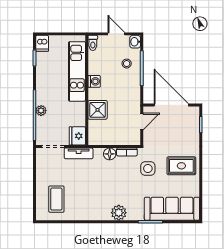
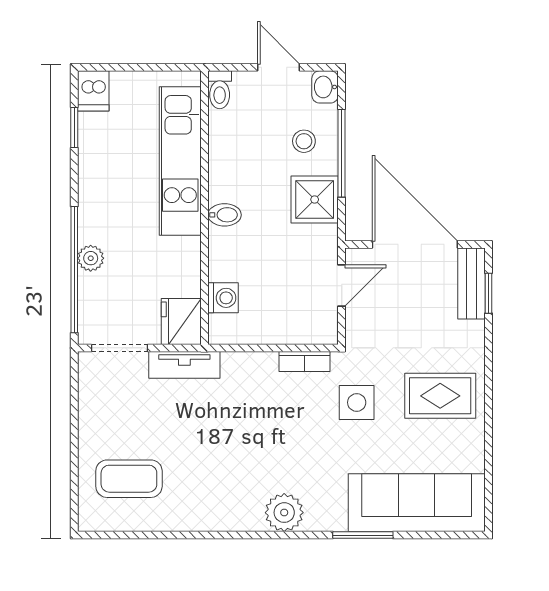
washing machine: (94, 81) -> (223, 298), moved
bidet: (95, 93) -> (225, 215), added
shower: (98, 110) -> (315, 200), moved
bench: (194, 121) -> (472, 283), added
floor lamp: (110, 154) -> (262, 366), removed
coffee table: (56, 199) -> (129, 479), turned 90

